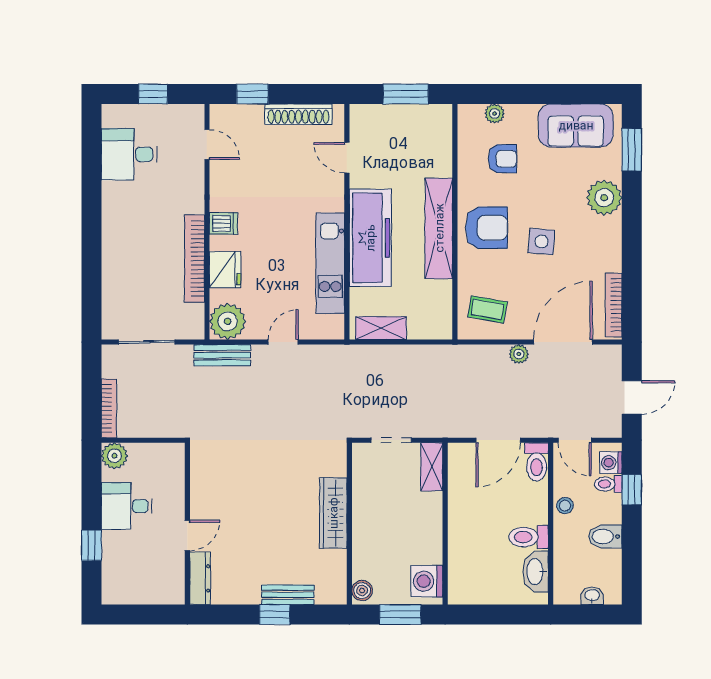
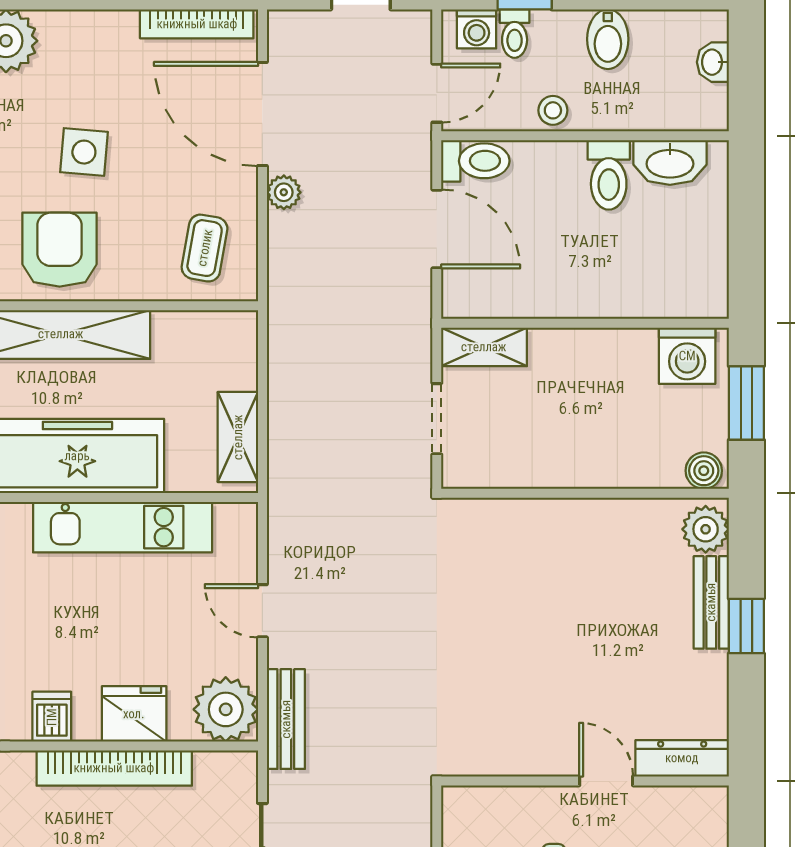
wardrobe: (333, 513) -> (566, 522), removed
plant: (329, 592) -> (706, 529), added

